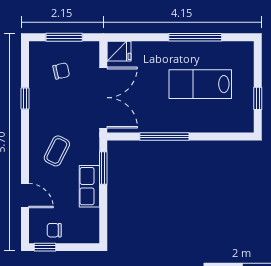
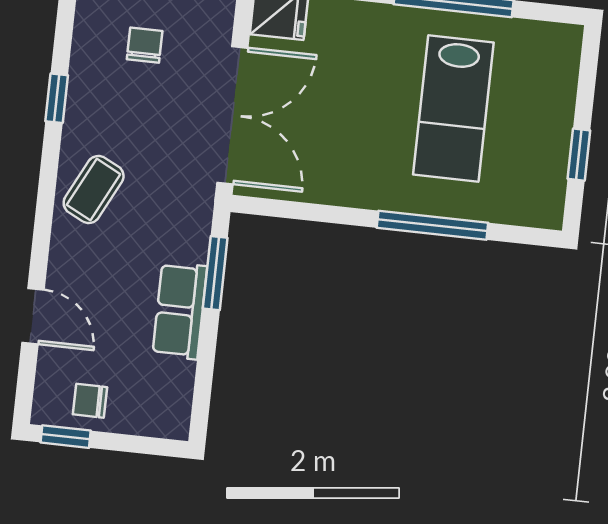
chair: (61, 71) -> (145, 45), turned -77
lab bench: (200, 84) -> (453, 108), turned -90
window: (164, 136) -> (432, 225), moved
coffee table: (57, 151) -> (94, 189), moved

